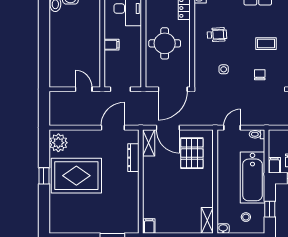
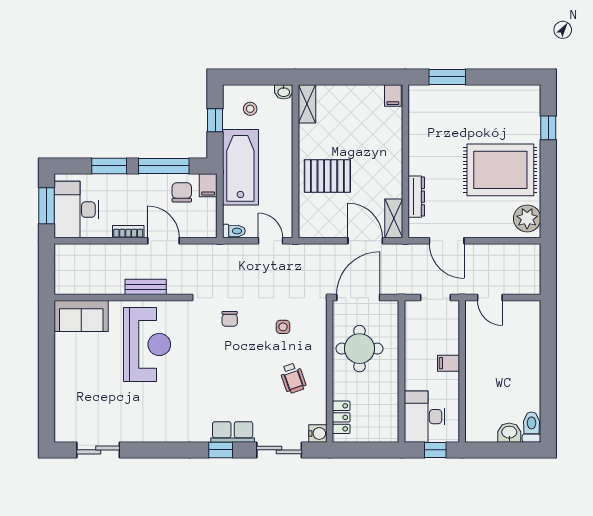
wheelchair: (217, 35) -> (293, 378), turned -106
round table: (165, 43) -> (359, 349), moved
coffee table: (266, 44) -> (220, 365), removed
door: (113, 128) -> (447, 241), hinge flipped
door: (232, 128) -> (271, 241), swing flipped
pallet: (192, 153) -> (327, 176), moved, turned 90
window: (44, 176) -> (548, 128), moved

